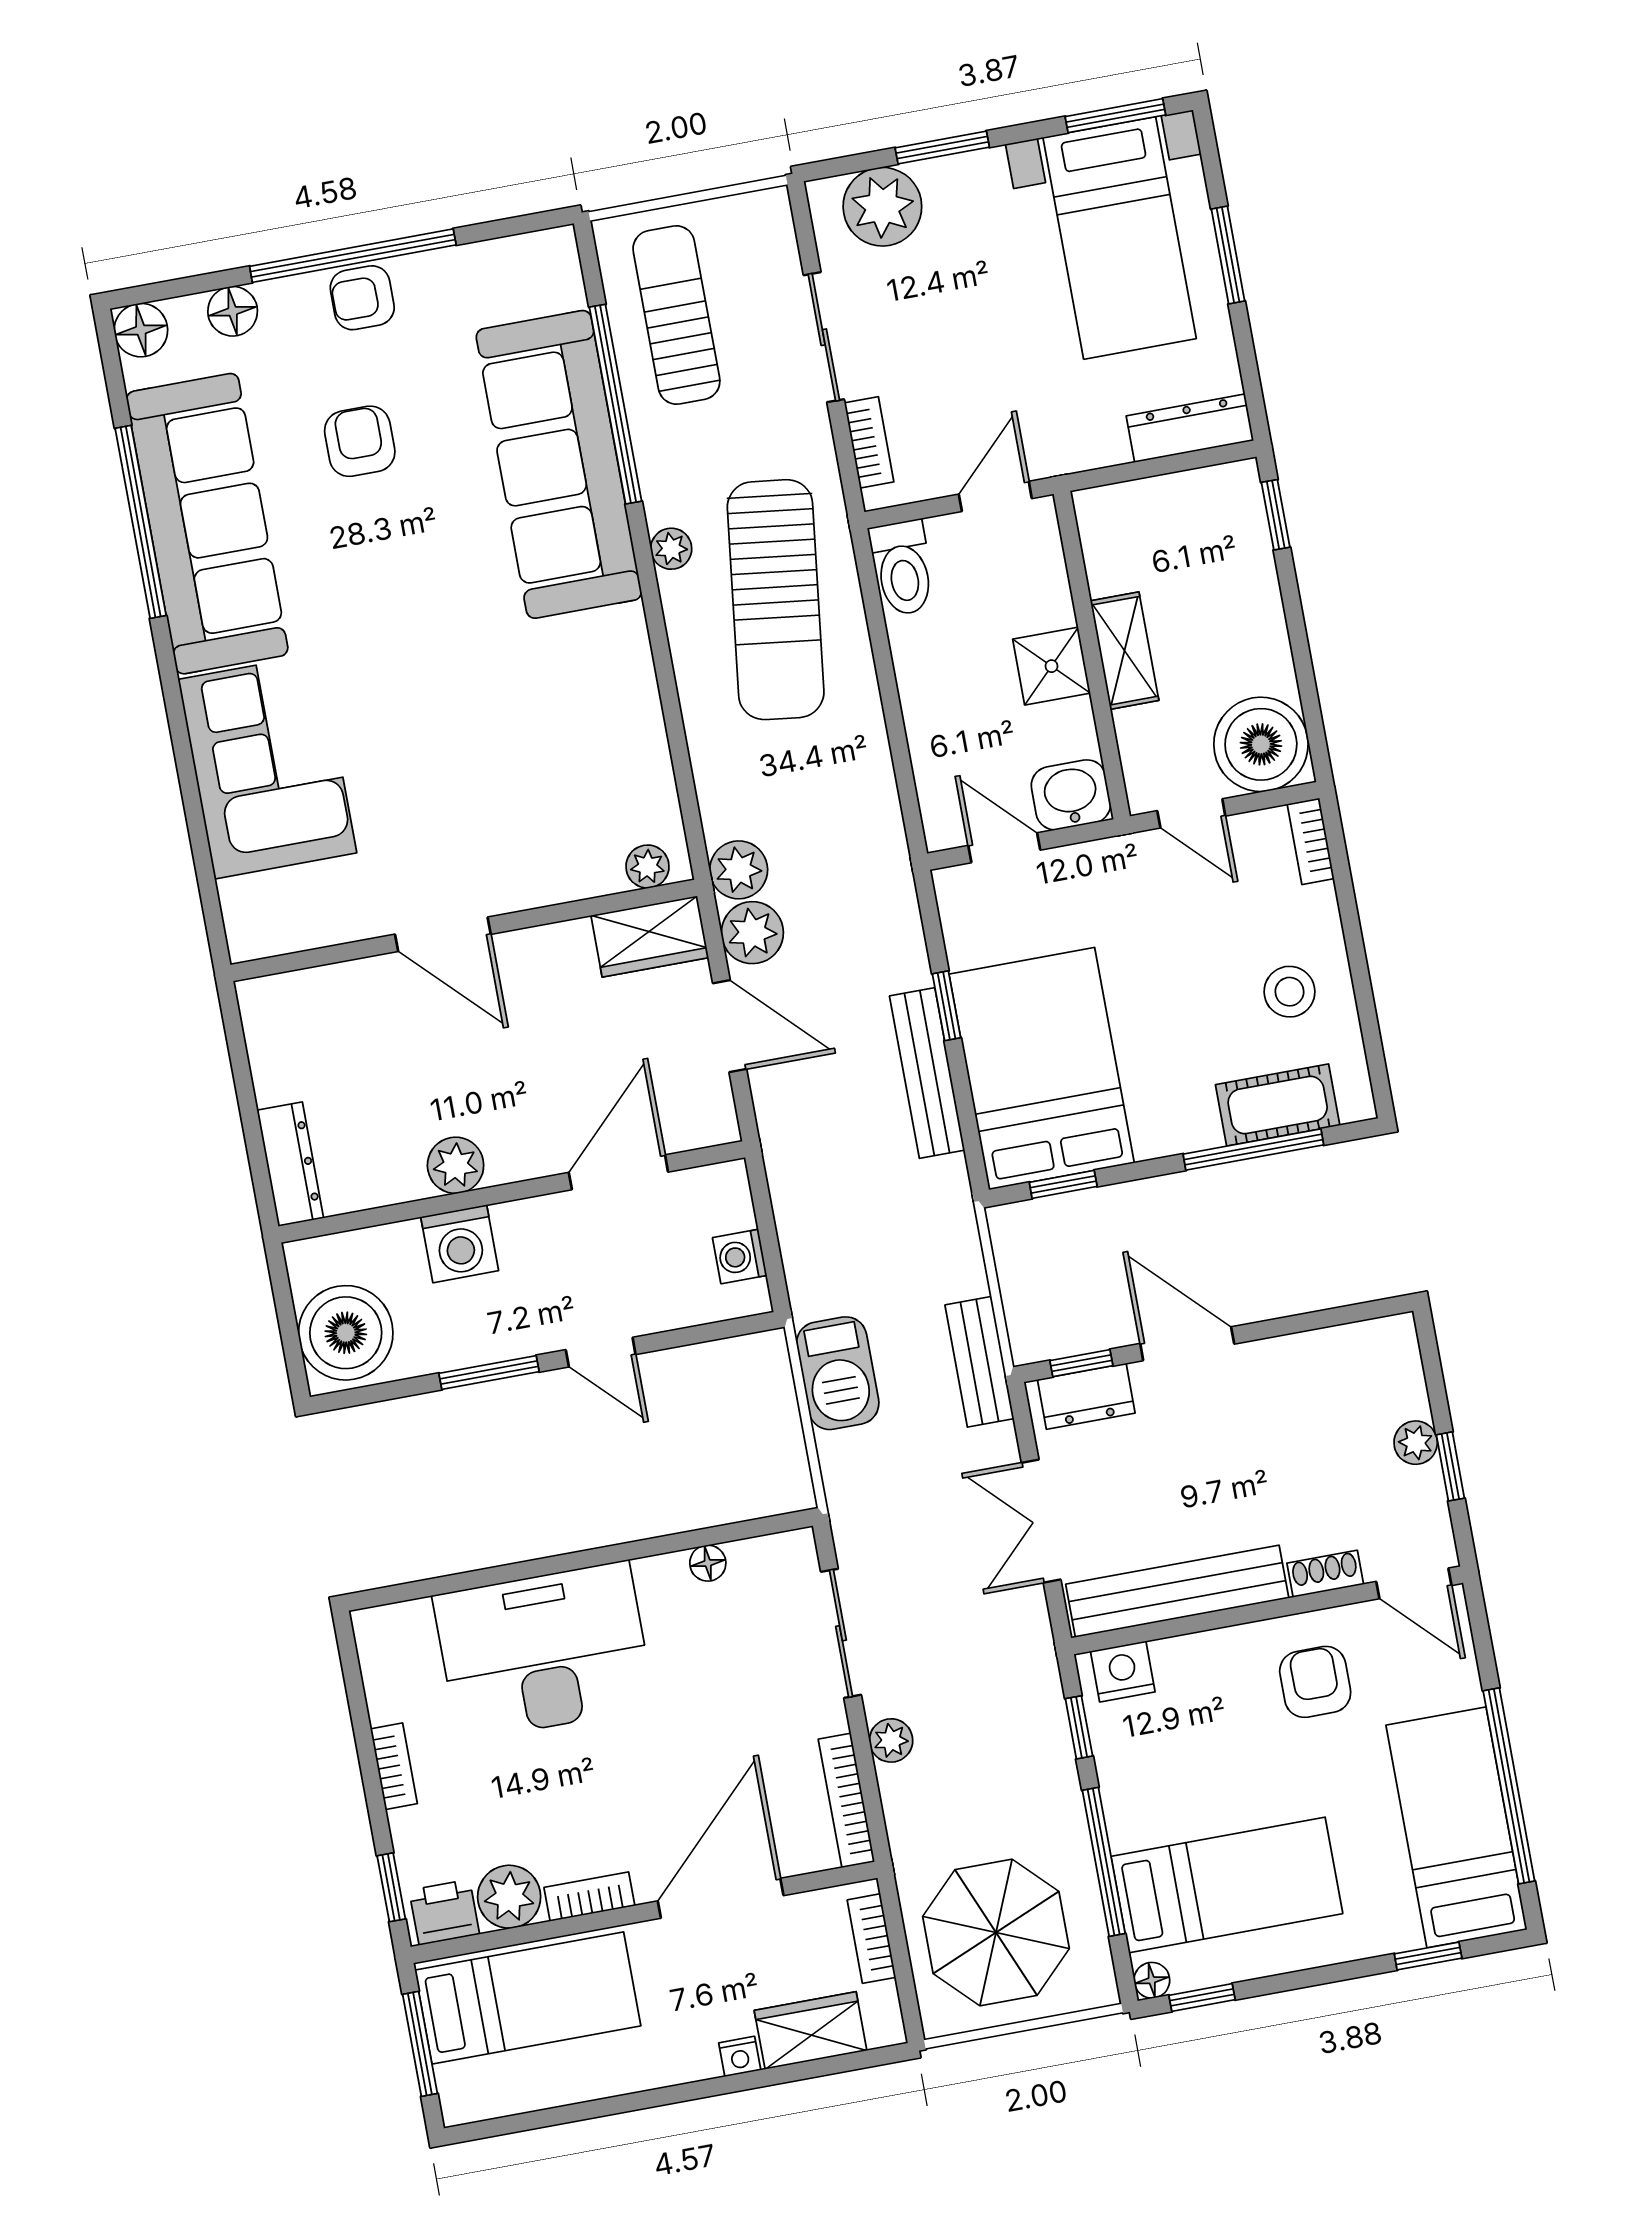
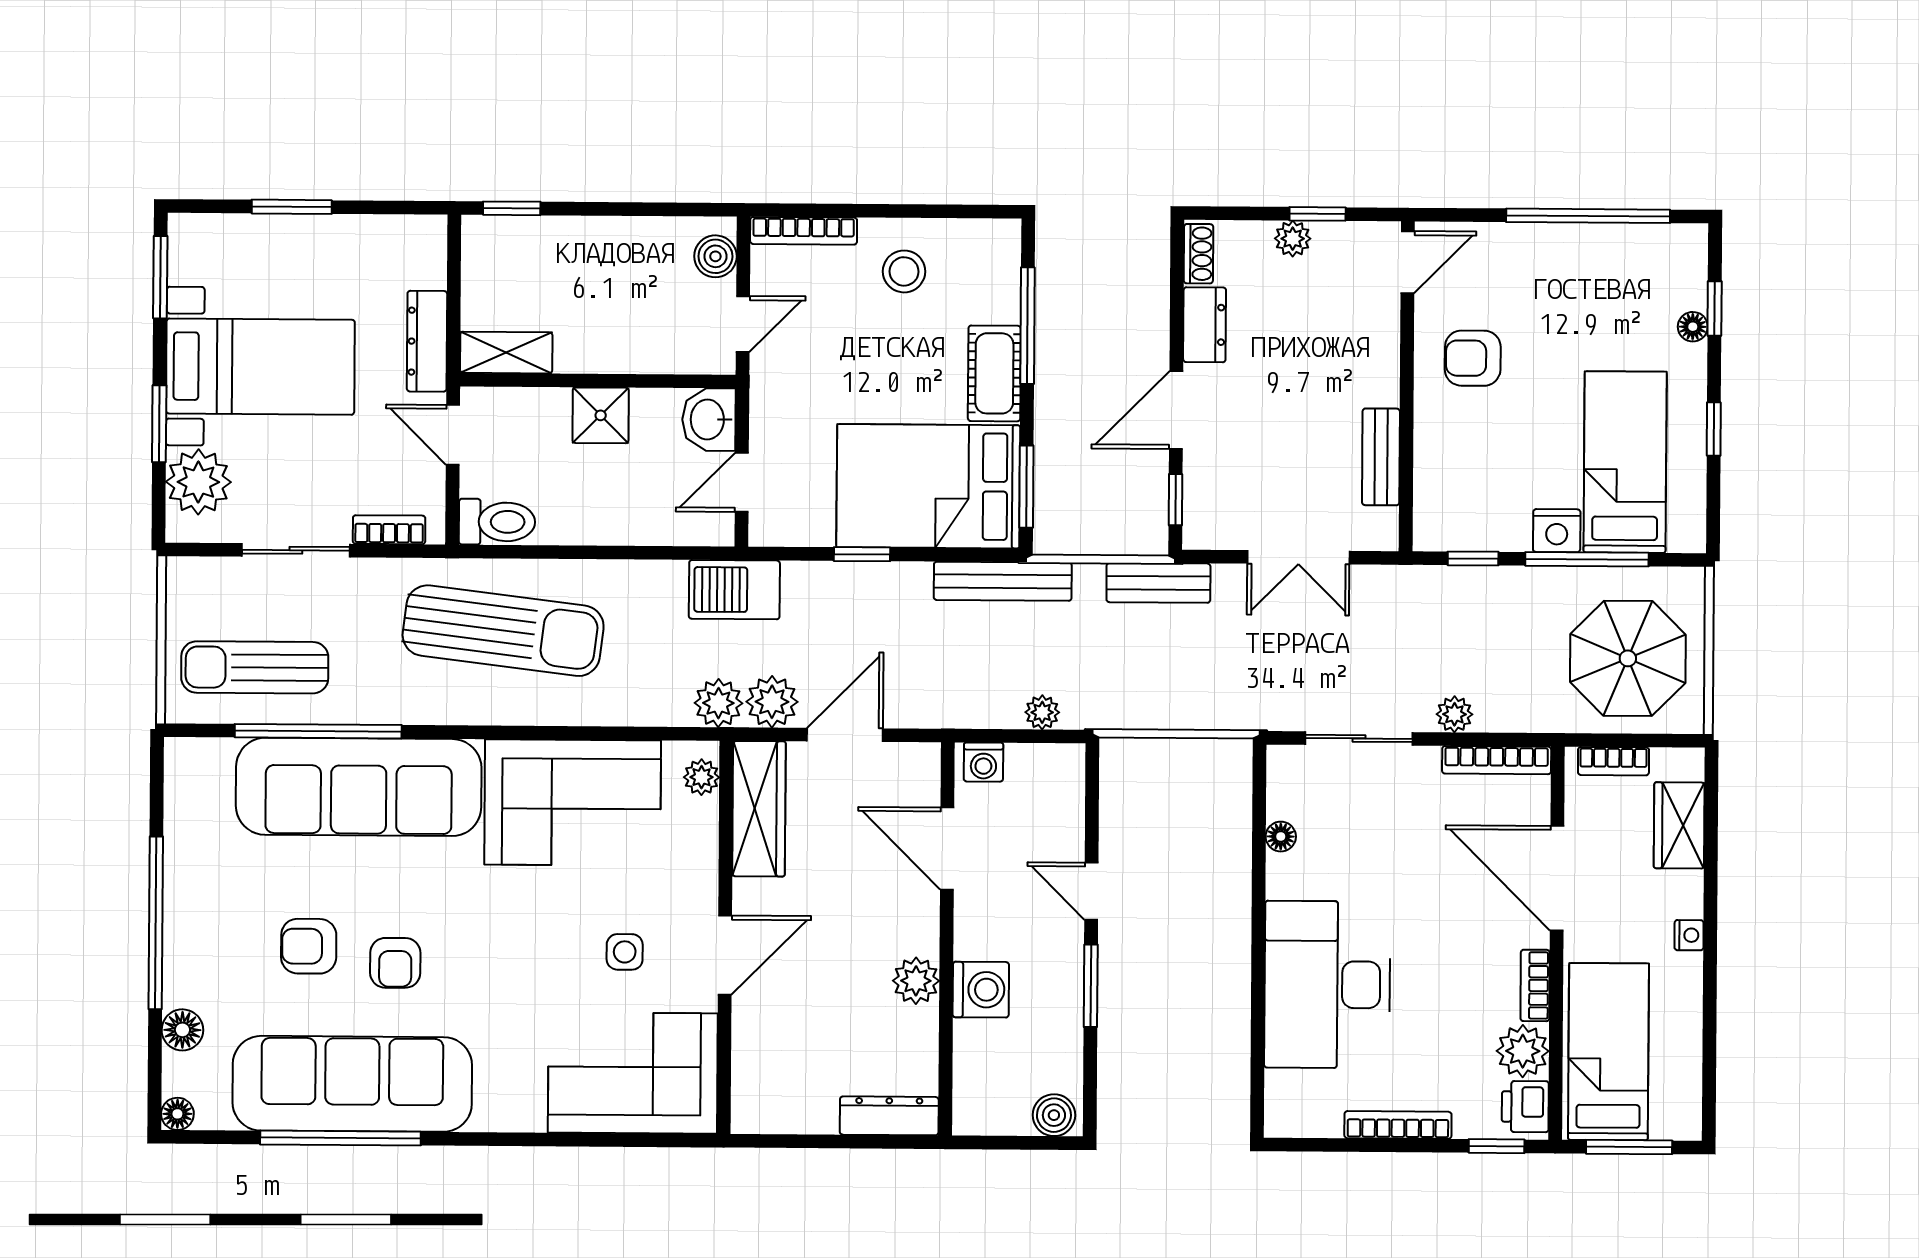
bed with nightstands: (1120, 238) -> (260, 367), moved
armchair: (362, 298) -> (395, 963), moved
floor lamp: (141, 330) -> (177, 1114), width x0.73, depth x0.73
dresser: (1190, 428) -> (427, 341), moved
plant: (671, 549) -> (1042, 712), moved
shelving: (1125, 651) -> (506, 353), moved
corner sofa: (589, 720) -> (573, 802), added
boiler: (1261, 744) -> (715, 256), width x0.54, depth x0.54
corner sofa: (267, 766) -> (633, 1073), moved
side table: (424, 815) -> (625, 952), added
bookcase: (1311, 841) -> (804, 231), width x1.56
wardrobe: (650, 936) -> (759, 809), width x1.50
bench: (927, 1073) -> (1003, 581), moved
cot: (1278, 1105) -> (994, 373), moved
window: (1063, 1184) -> (1026, 487), width x1.50
washing machine: (740, 1257) -> (983, 762), moved
boiler: (346, 1333) -> (1054, 1115), width x0.54, depth x0.54
door: (601, 1352) -> (1091, 891), swing flipped
barbecue: (838, 1373) -> (734, 590), moved, turned 180
dresser: (1086, 1396) -> (1205, 325), moved
shoe rack: (1325, 1574) -> (1198, 254), moved, turned 180
bench: (1177, 1591) -> (1381, 457), width x0.54, depth x0.82
nightstand: (1123, 1672) -> (1557, 531), moved, turned -90
bookcase: (394, 1766) -> (1398, 1125), width x1.56
bed: (1457, 1827) -> (1614, 265), removed
floor lamp: (1152, 1980) -> (1693, 327), moved
window: (1202, 1997) -> (1714, 429), moved
nightstand: (740, 2056) -> (1689, 935), moved

